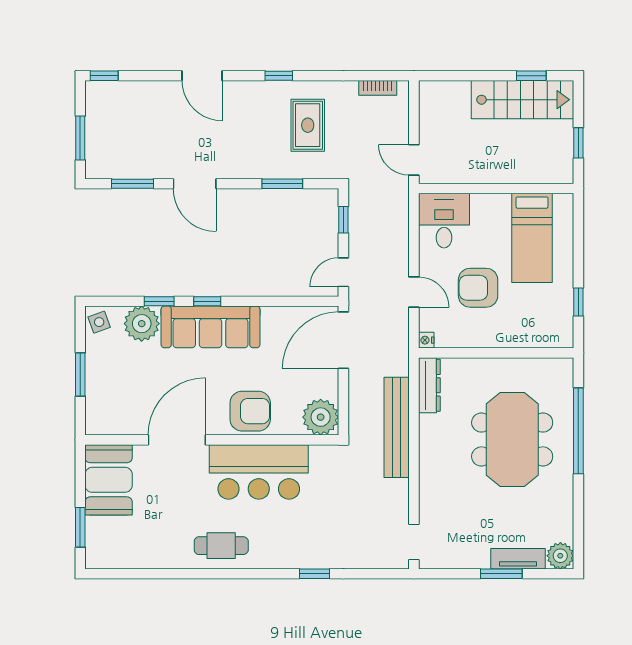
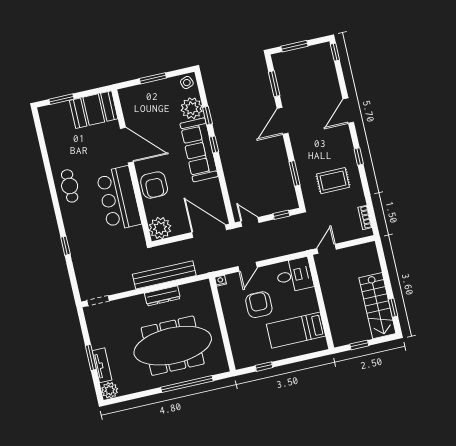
dresser: (429, 385) -> (162, 296), moved
meeting table: (512, 439) -> (173, 346), width x1.36

